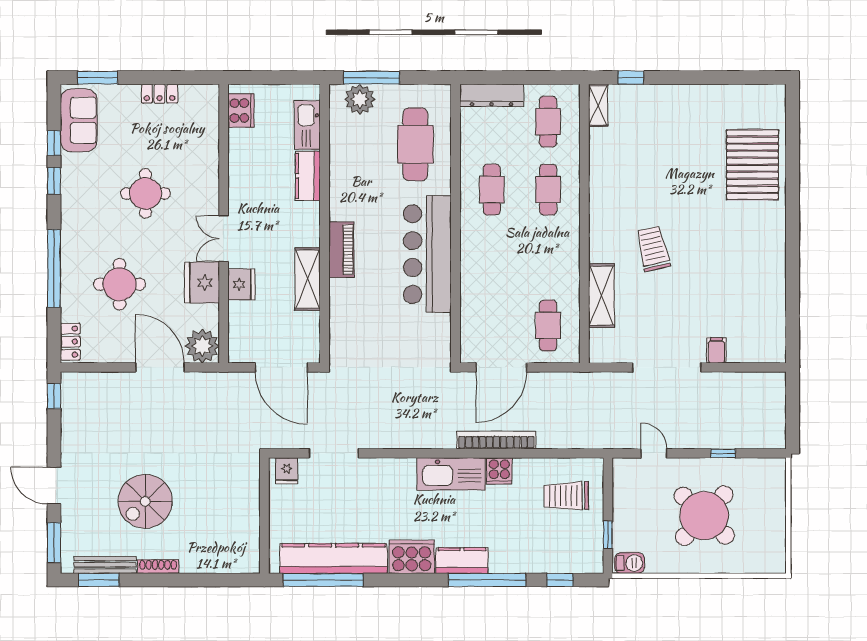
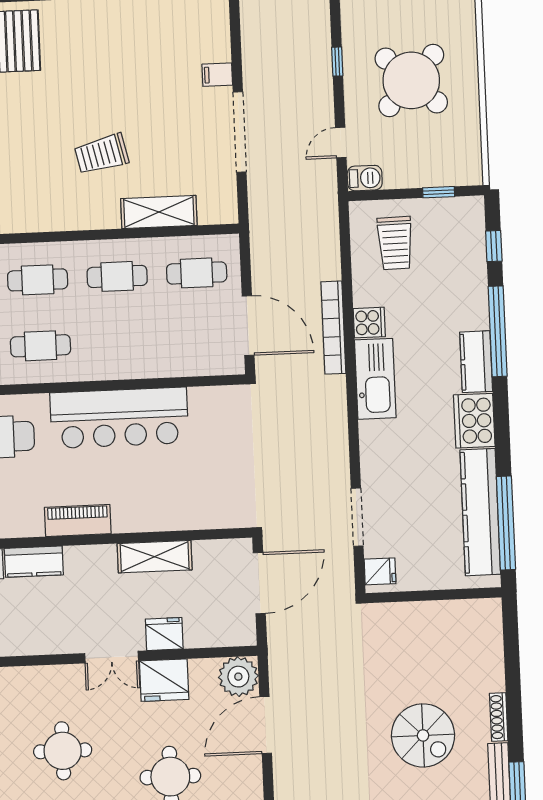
piano: (341, 250) -> (78, 521), moved
cafe table: (548, 258) -> (117, 276), added
barbecue: (630, 563) -> (365, 178), moved, turned 90

